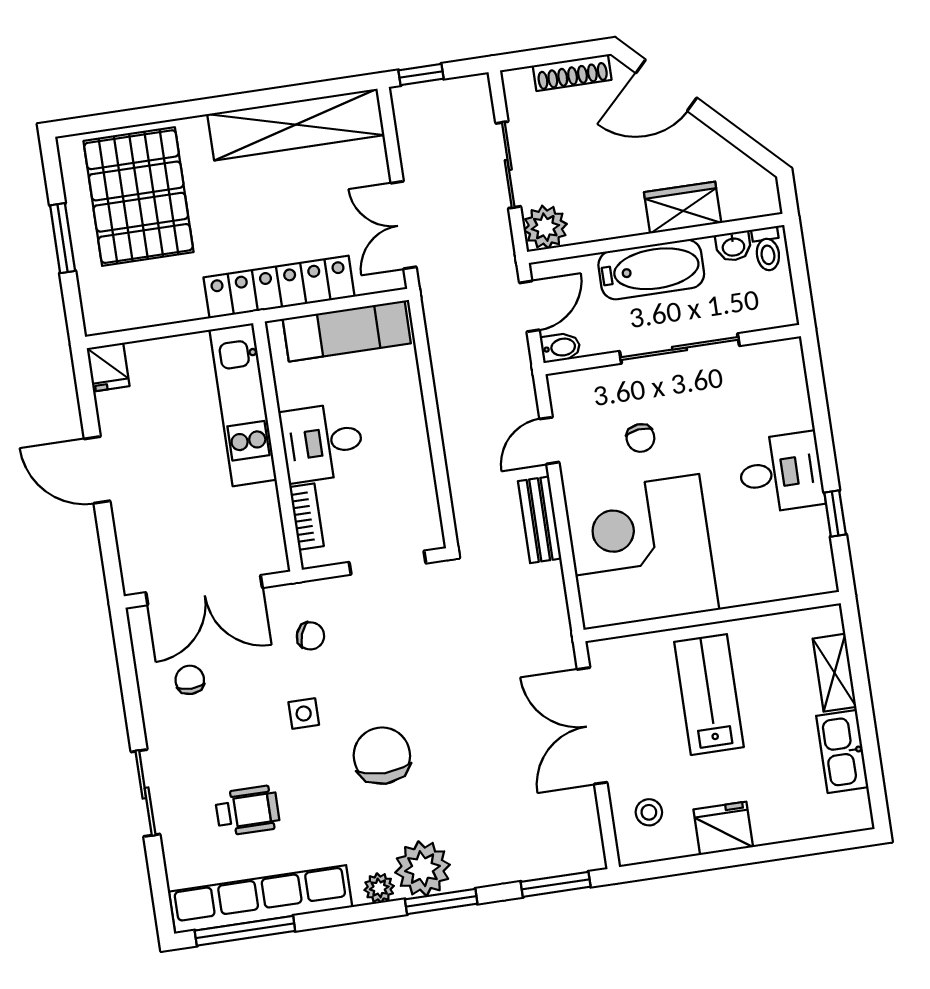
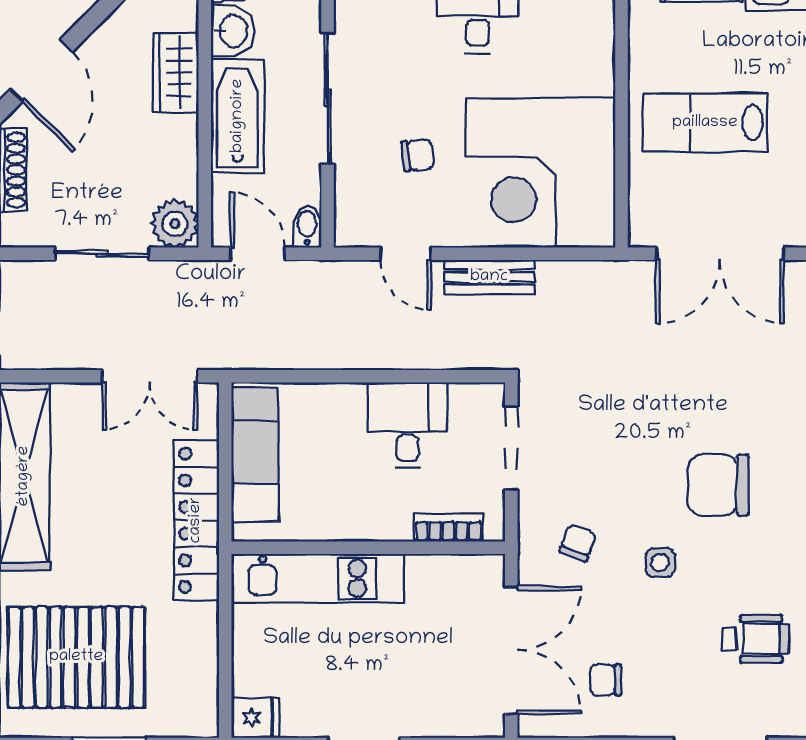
washbasin: (733, 246) -> (232, 31), width x1.38, depth x1.45
desk: (322, 442) -> (408, 425), moved, turned 180
wheelchair: (247, 811) -> (756, 639), turned 90

